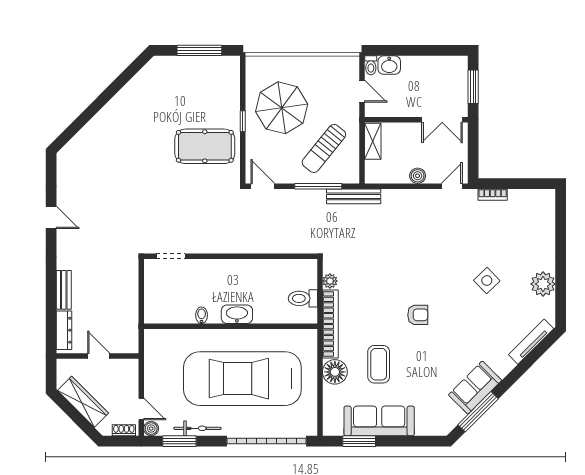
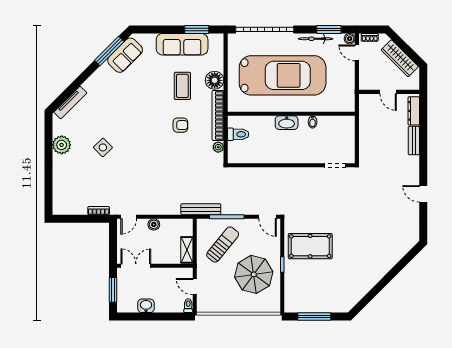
washbasin: (389, 65) -> (146, 306), moved
armchair: (418, 315) -> (180, 125), moved, turned 180
sofa: (475, 388) -> (125, 55), moved

